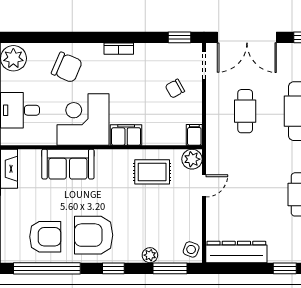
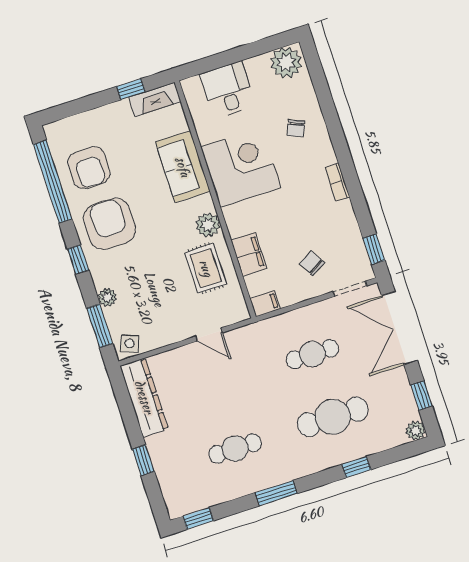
chair: (67, 67) -> (296, 129), width x0.54, depth x0.54
filing cabinet: (126, 135) -> (249, 254), moved
plant: (192, 159) -> (208, 225), moved

